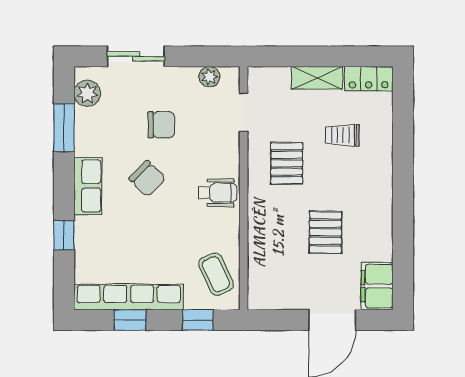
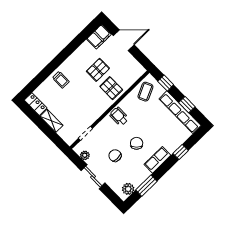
sliding door: (136, 56) -> (93, 177), moved
trolley: (343, 135) -> (61, 80), moved
pallet: (287, 163) -> (111, 88), moved, turned 90

